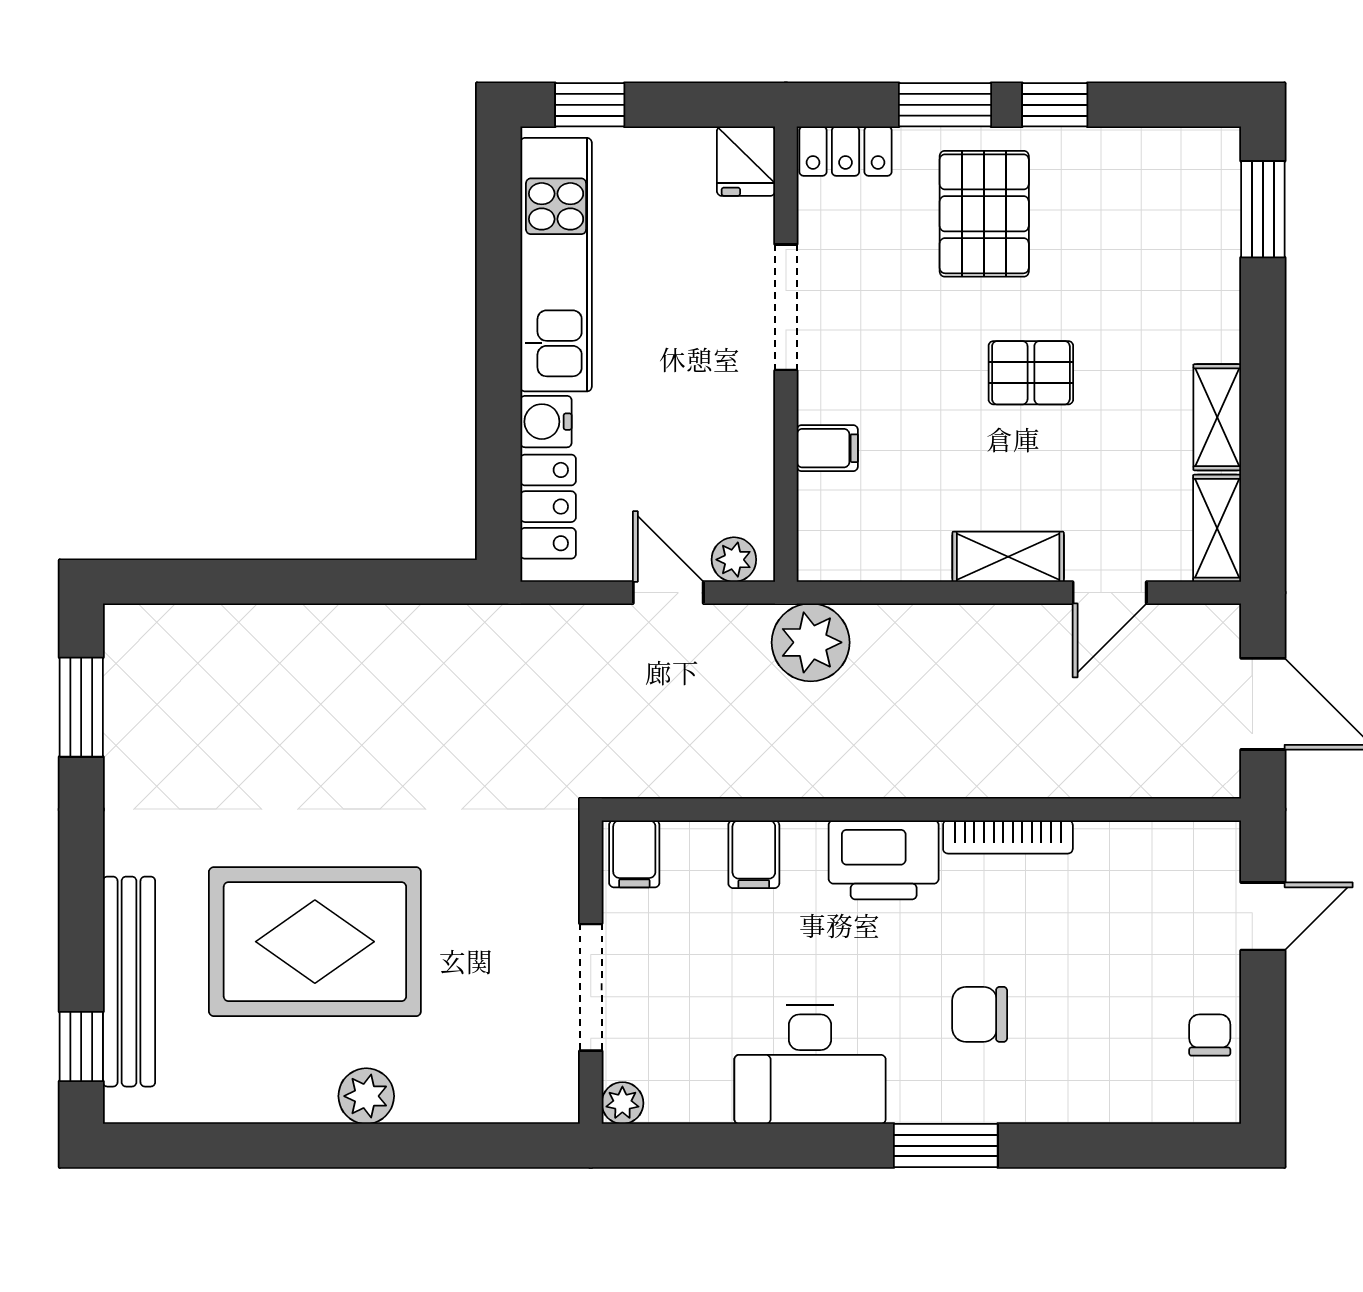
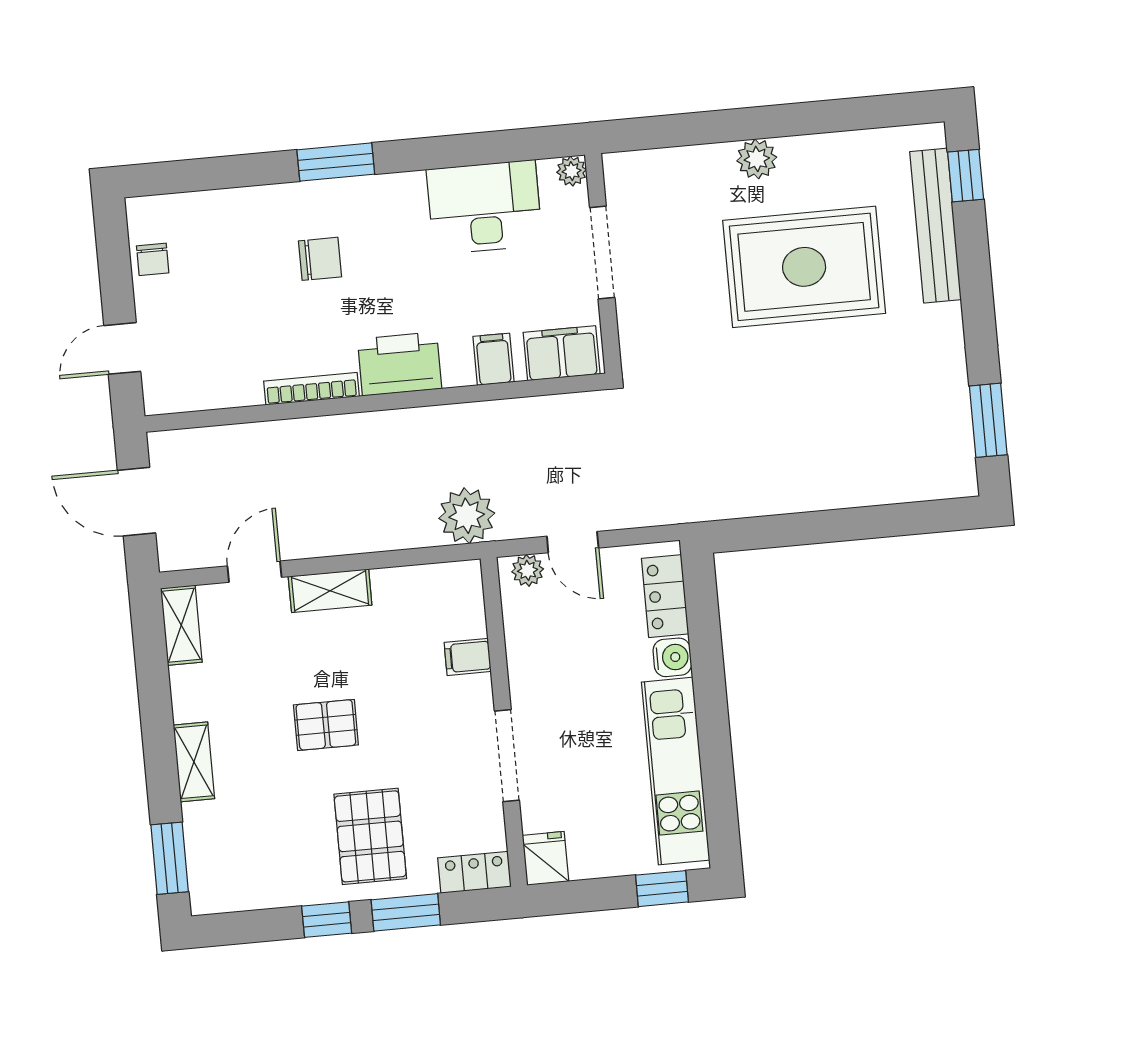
shelving: (1217, 417) -> (194, 762), moved
filing cabinet: (634, 854) -> (562, 353), width x2.00
desk: (810, 1064) -> (485, 207), moved

